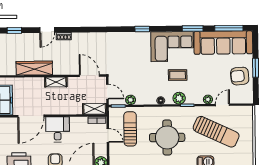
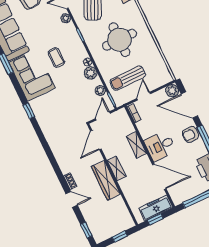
wardrobe: (34, 68) -> (106, 180), moved
plant: (179, 98) -> (90, 73), moved
shelving: (95, 109) -> (137, 145), moved

